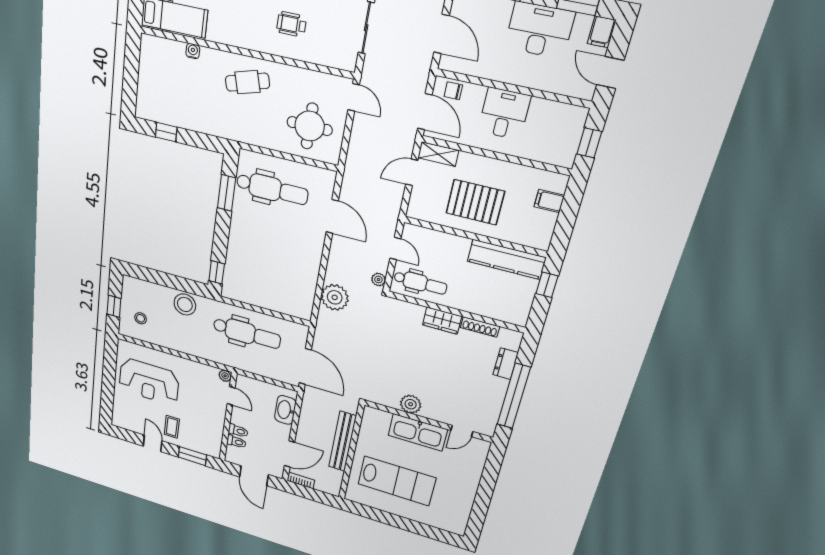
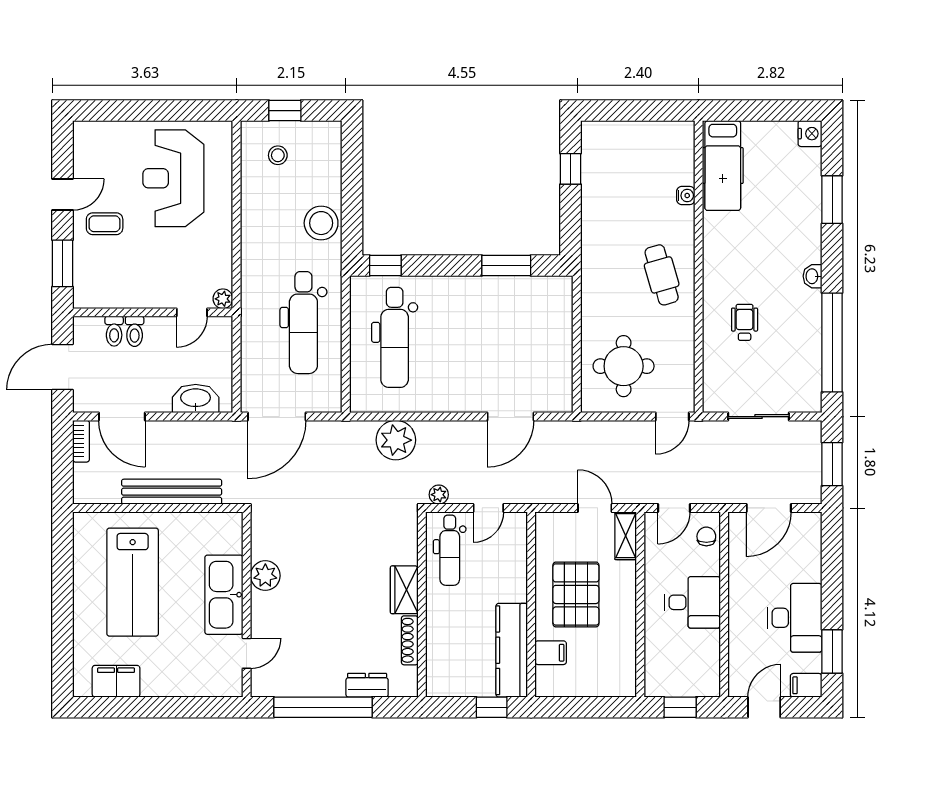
door: (425, 112) -> (674, 508), width x0.73
dental chair: (272, 189) -> (395, 337), moved
filing cabinet: (549, 201) -> (551, 653), moved, turned 90
door: (462, 431) -> (247, 653), swing flipped
filing cabinet: (460, 510) -> (116, 681), added

